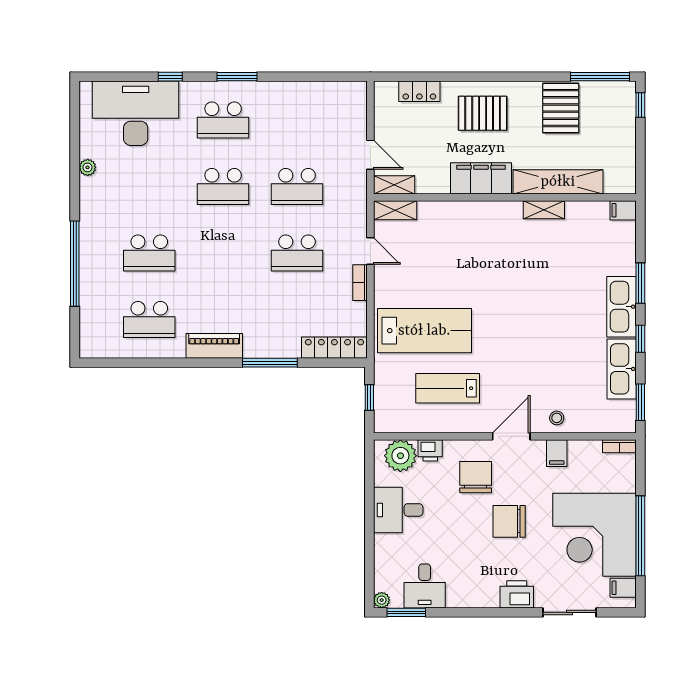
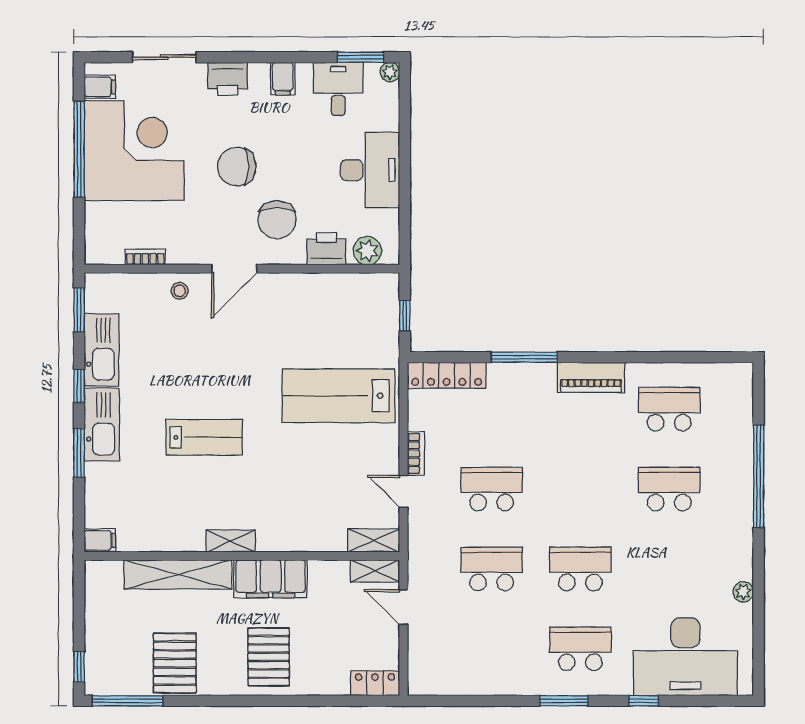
locker: (419, 91) -> (375, 683), moved
pallet: (483, 113) -> (269, 657), turned 90
shelving: (544, 210) -> (231, 541), moved
lab bench: (448, 388) -> (204, 437), moved
bookcase: (619, 446) -> (145, 257), moved
printer: (430, 450) -> (326, 249), width x1.36, depth x1.24
filing cabinet: (557, 453) -> (283, 79), moved, turned 180
plant: (400, 456) -> (367, 251), width x0.73, depth x0.73
desk: (398, 510) -> (370, 170), width x1.37
chair: (509, 521) -> (237, 167), turned 180

